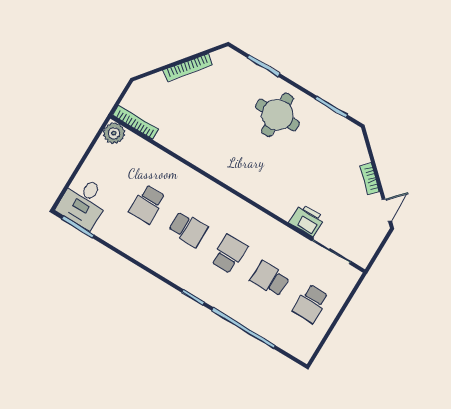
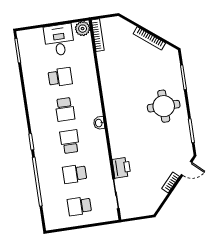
desk: (83, 202) -> (59, 40), moved, turned 90
washbasin: (236, 203) -> (99, 123), added
school desk: (147, 204) -> (60, 77), turned 180
door: (387, 210) -> (187, 168), moved
school desk: (229, 254) -> (70, 142), turned -90
school desk: (270, 279) -> (75, 174), turned -90

